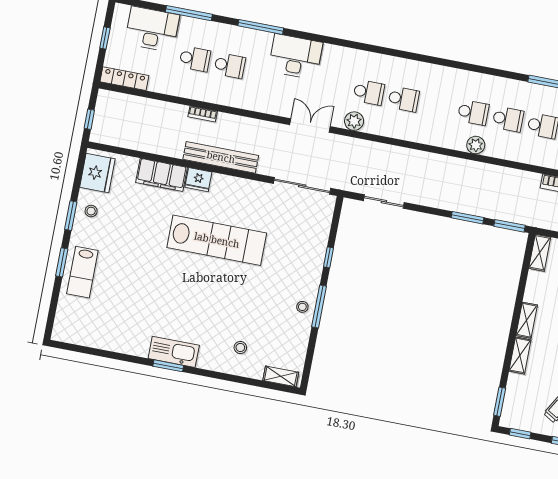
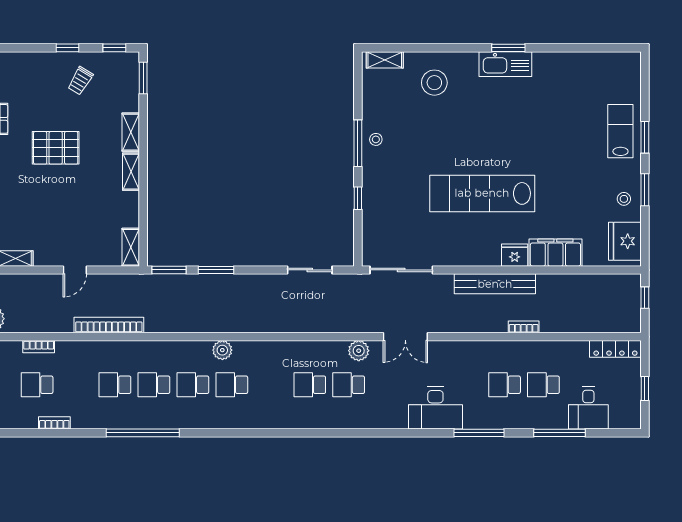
desk: (152, 29) -> (588, 408), width x0.73
stool: (240, 347) -> (434, 83), width x1.89, depth x1.89

